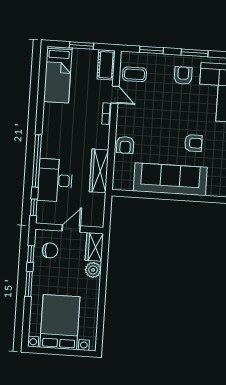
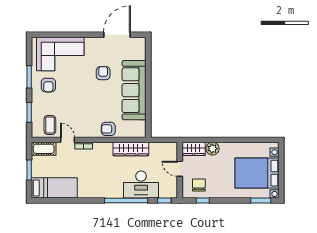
armchair: (183, 76) -> (48, 85), turned -90
door: (115, 95) -> (68, 140), hinge flipped
armchair: (125, 145) -> (108, 129), turned 180
window: (29, 284) -> (261, 201), moved

